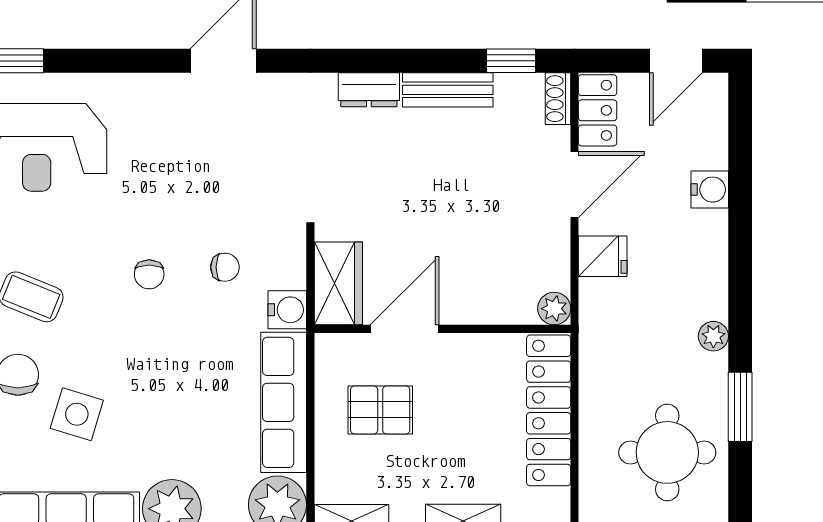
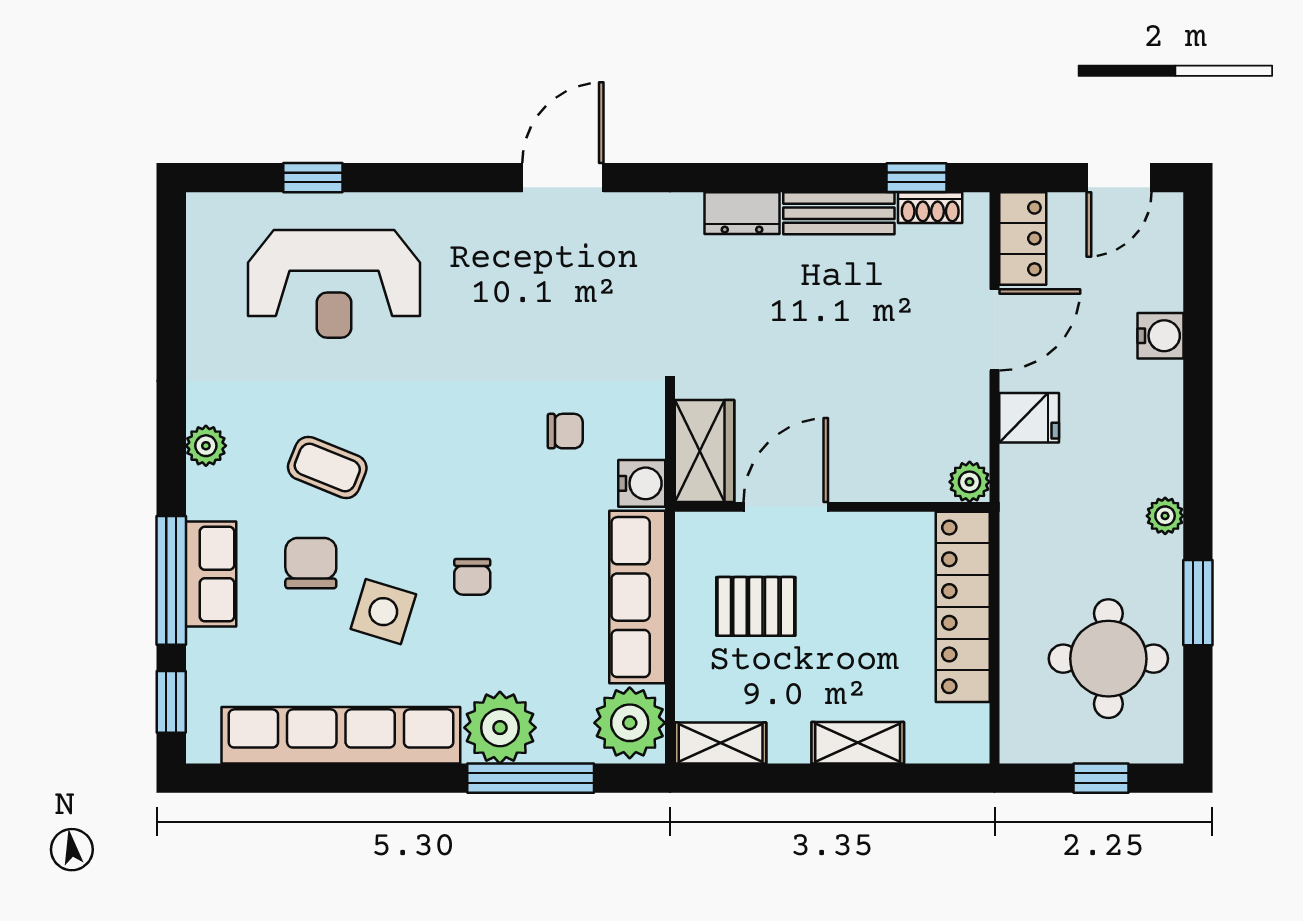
shoe rack: (558, 99) -> (930, 208), moved, turned -90
chair: (149, 274) -> (472, 577), moved

